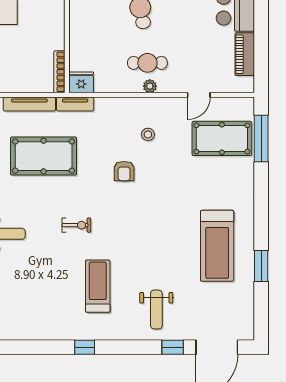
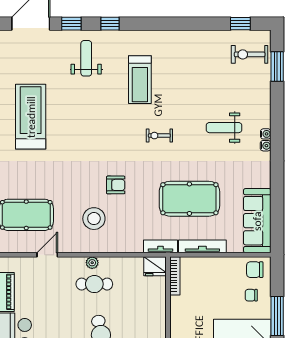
stool: (148, 134) -> (94, 219), width x1.89, depth x1.89
armchair: (124, 171) -> (116, 185), turned 90
window: (85, 347) -> (110, 24), moved

